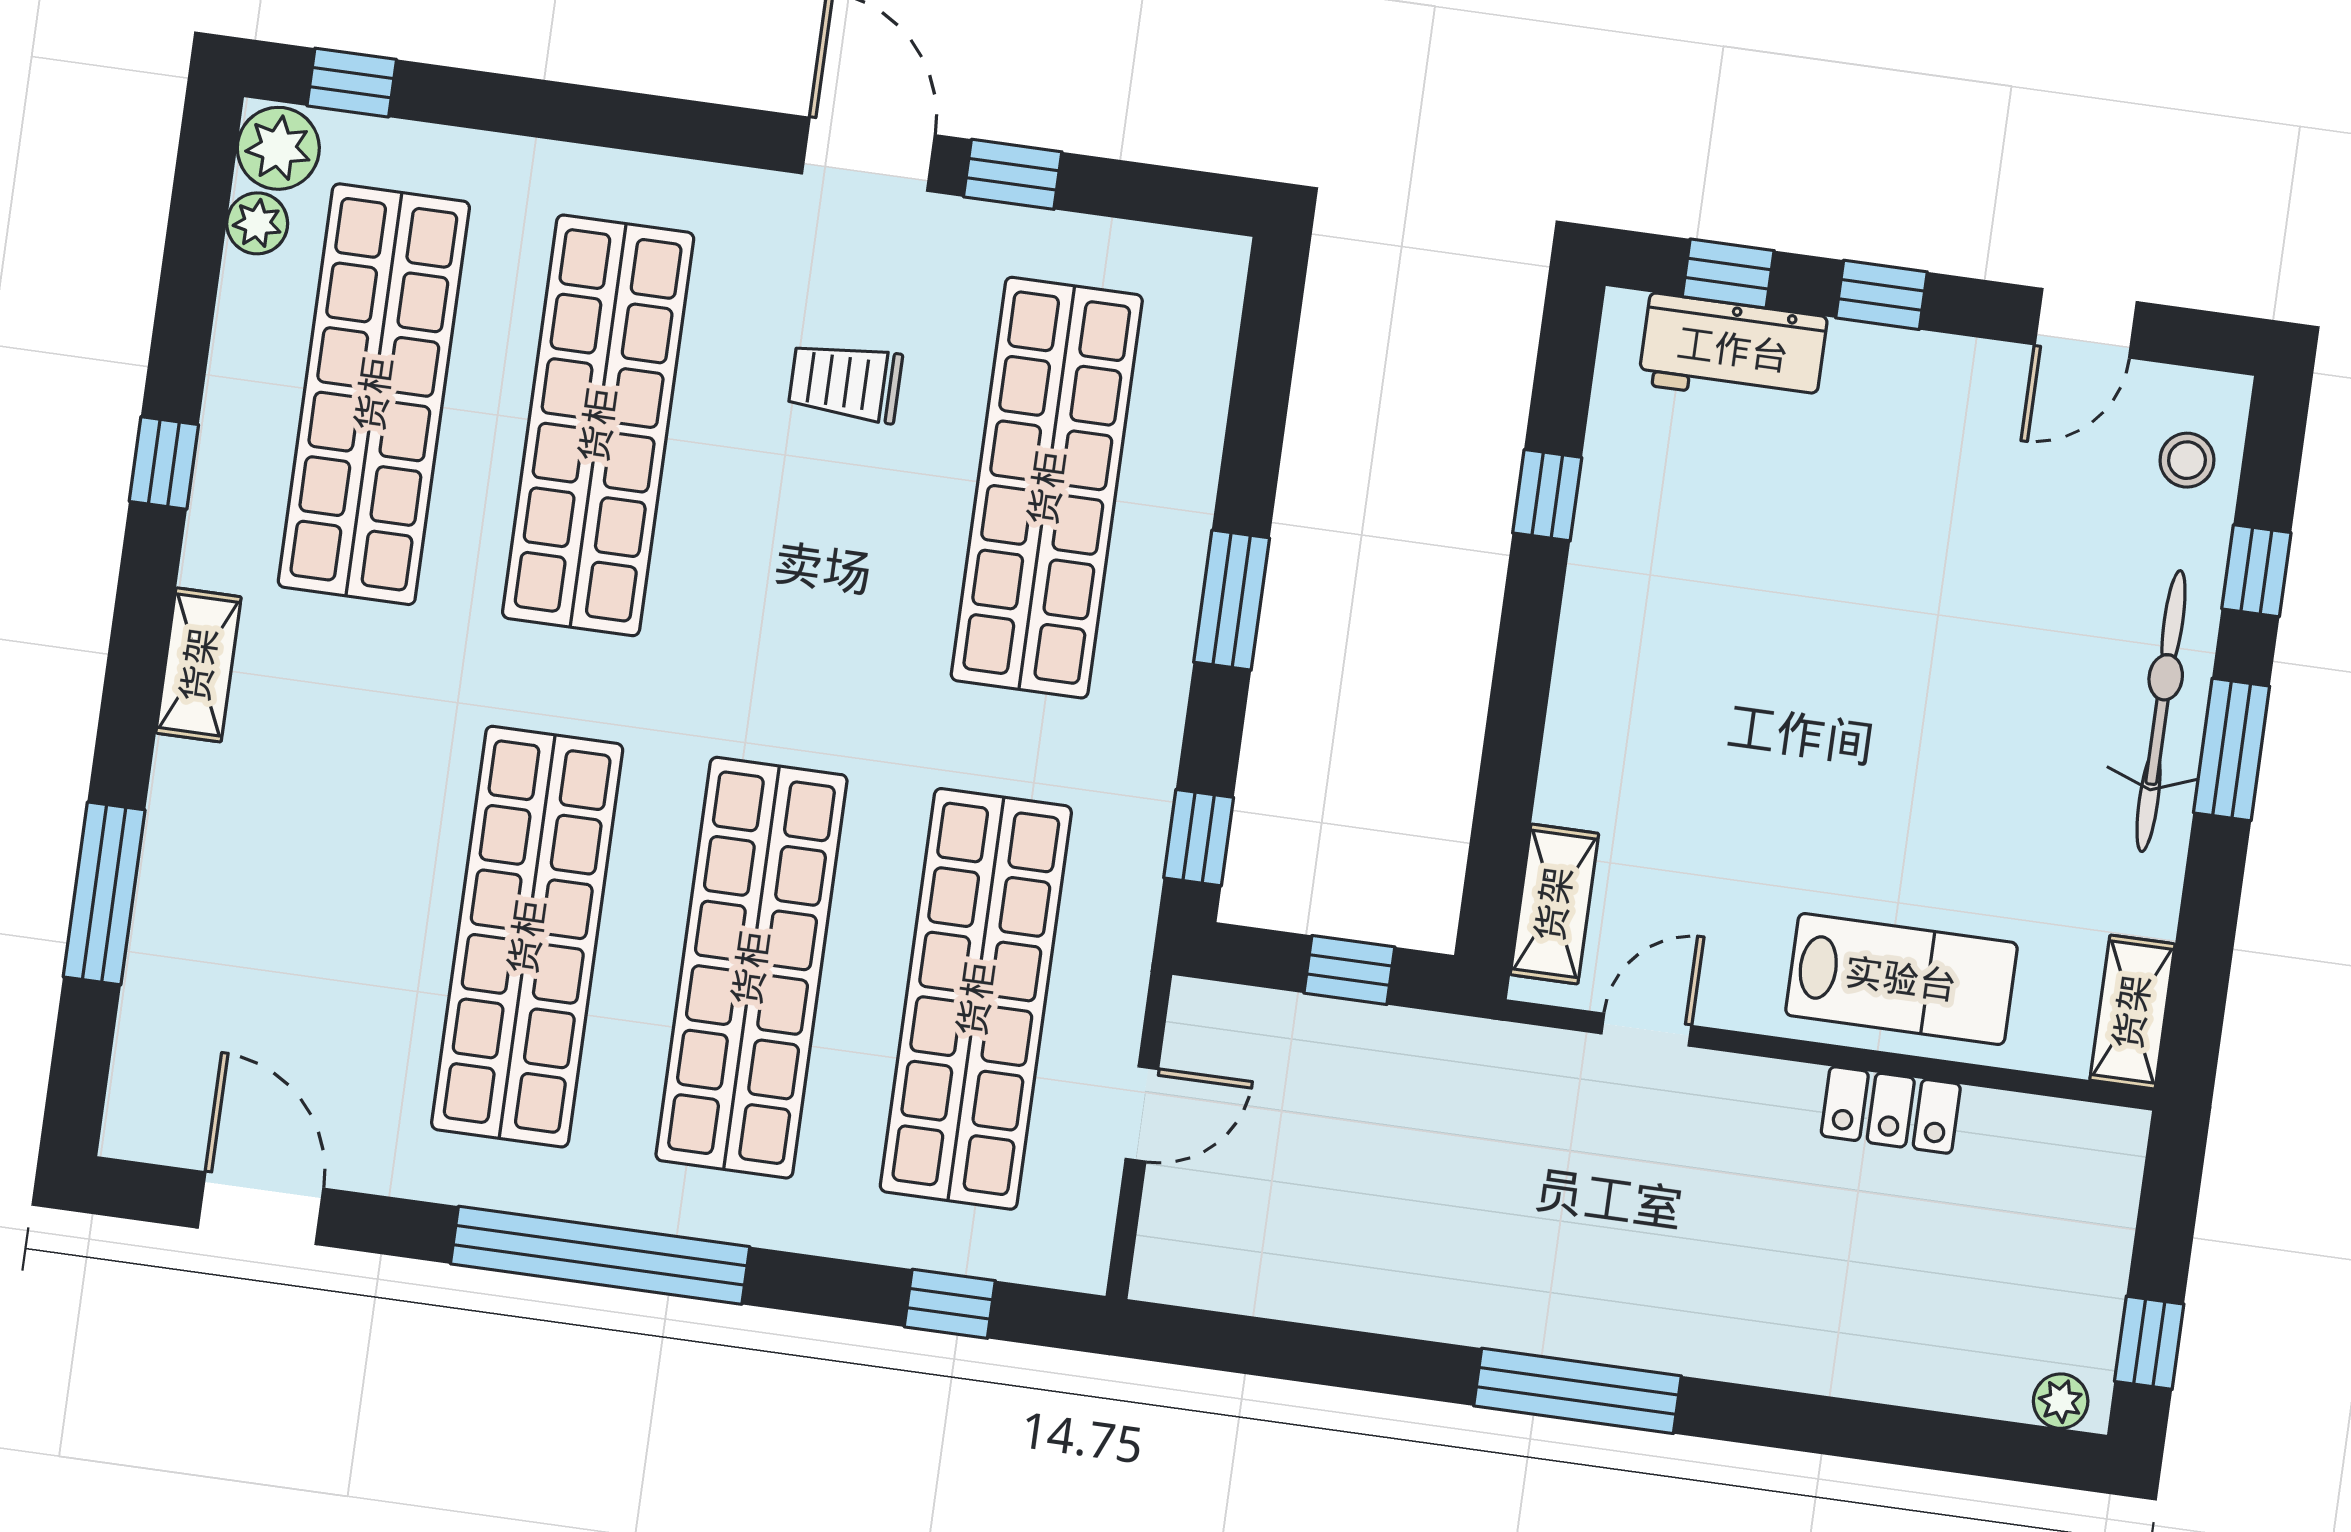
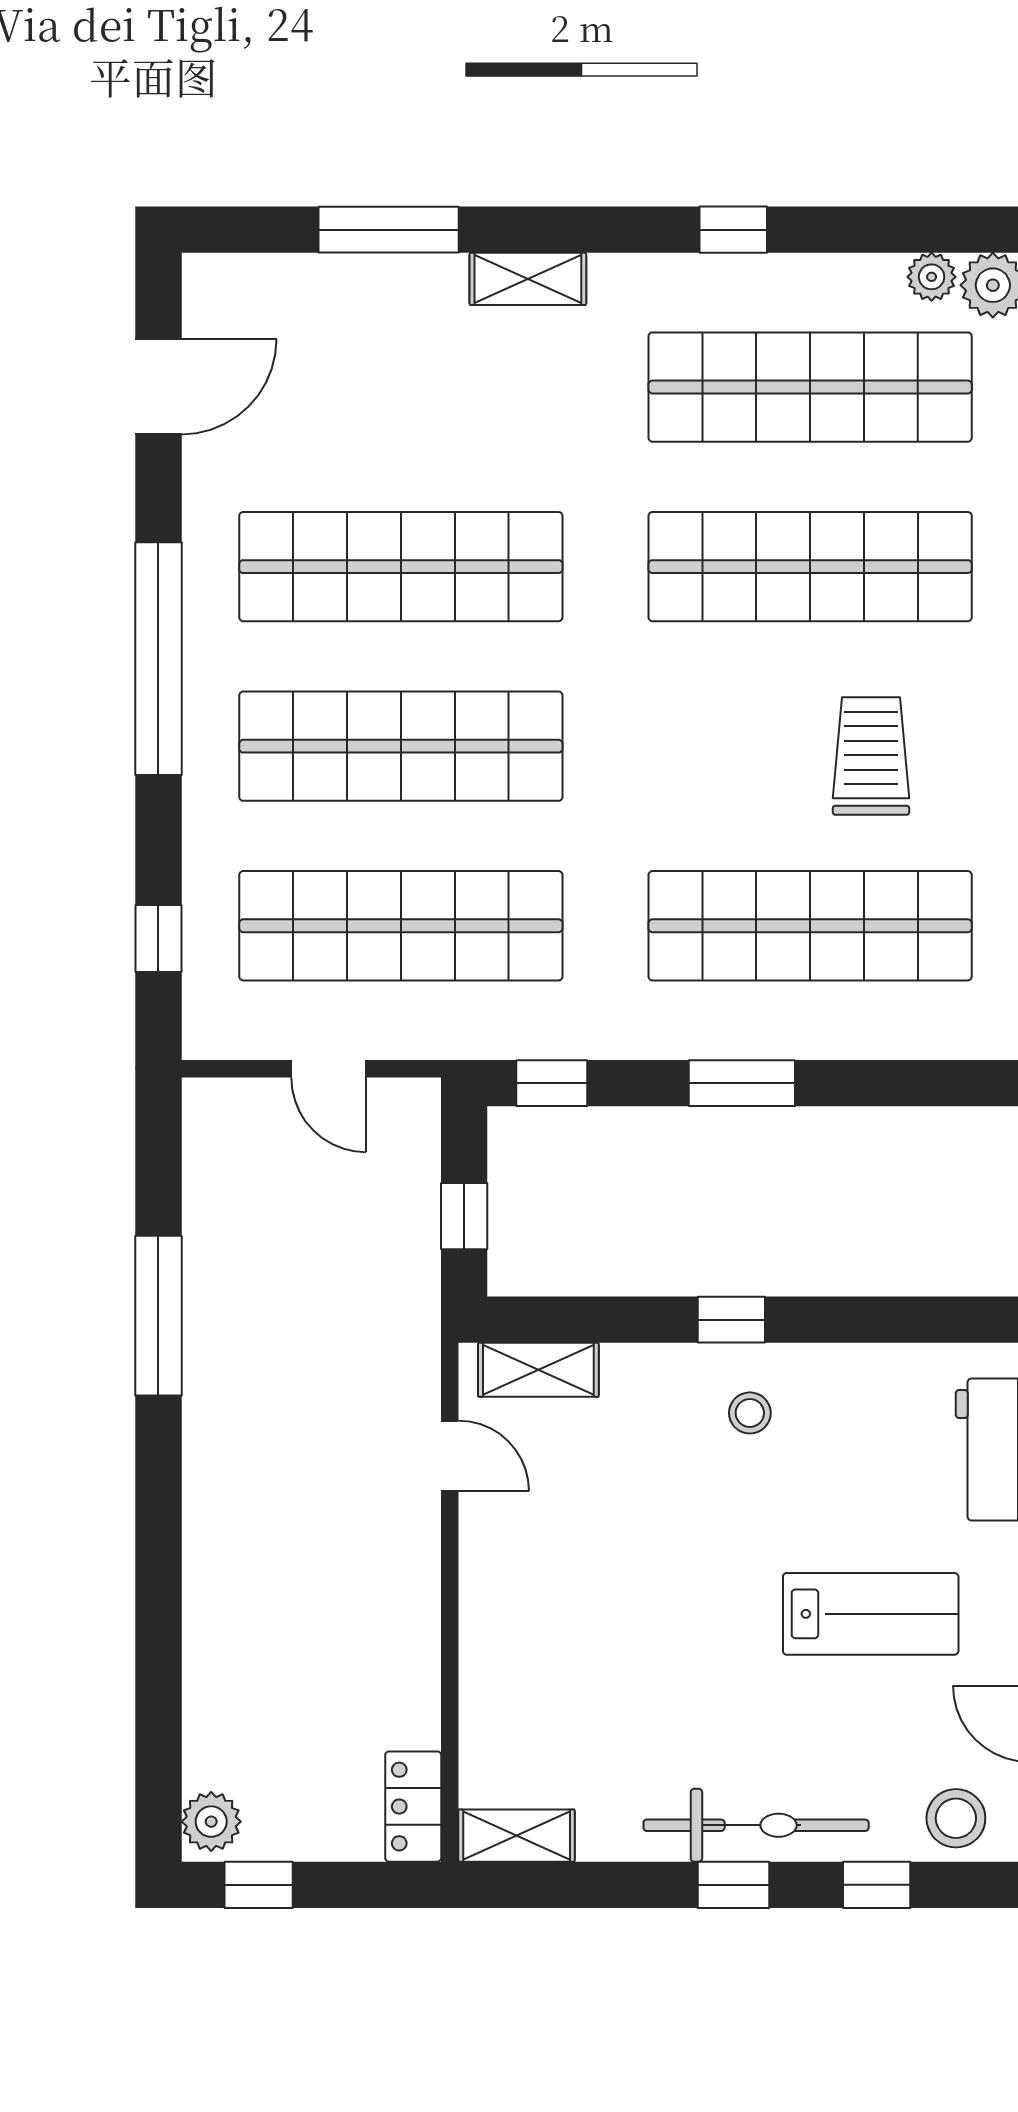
trolley: (845, 382) -> (871, 756), width x1.36, depth x1.39
stool: (2187, 460) -> (956, 1818), width x1.37, depth x1.37
window: (1547, 495) -> (731, 1320), moved
stool: (1645, 647) -> (750, 1413), added
shelving: (199, 665) -> (528, 279), moved
window: (2232, 749) -> (734, 1885), width x0.67
lab bench: (1901, 979) -> (871, 1614), moved, turned -90
locker: (1891, 1110) -> (413, 1807), moved
window: (1578, 1391) -> (158, 1316), moved
plant: (2061, 1401) -> (211, 1822), width x1.38, depth x1.38

